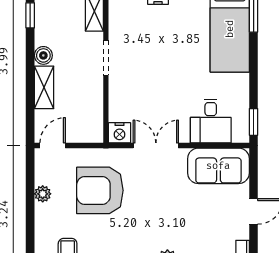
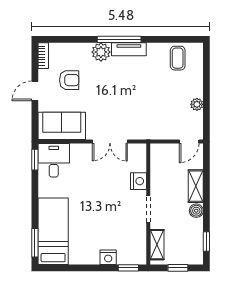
desk: (211, 121) -> (54, 160), moved
nightstand: (119, 133) -> (138, 181), moved, turned 90
armchair: (100, 190) -> (69, 80), moved, width x0.53, depth x0.53

